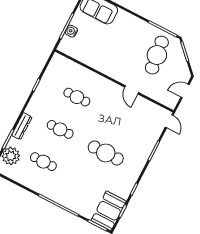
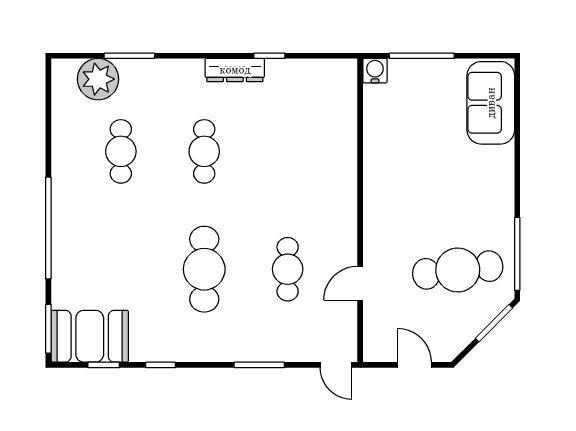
water cooler: (71, 31) -> (375, 71), moved
door: (132, 90) -> (360, 283), moved
cafe table: (77, 97) -> (288, 269), moved
door: (169, 121) -> (336, 365), hinge flipped
dresser: (22, 126) -> (235, 70), moved

